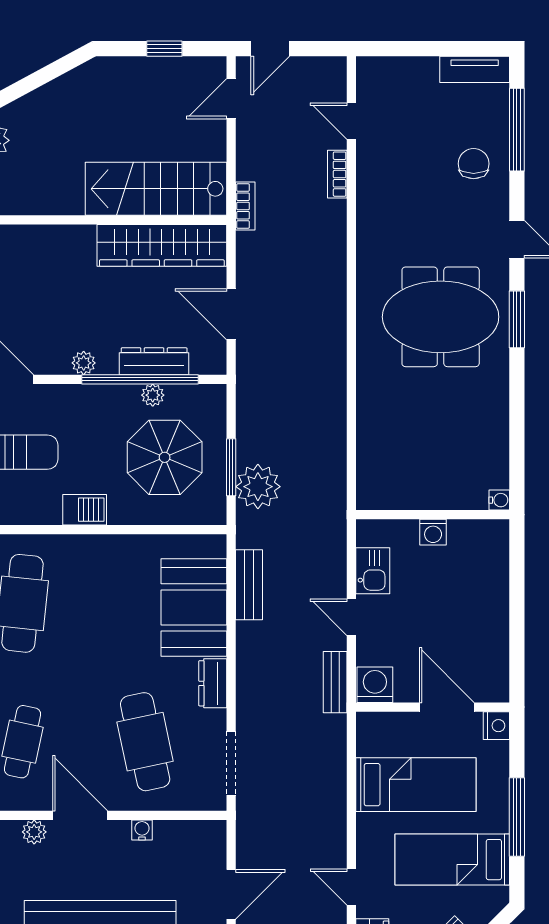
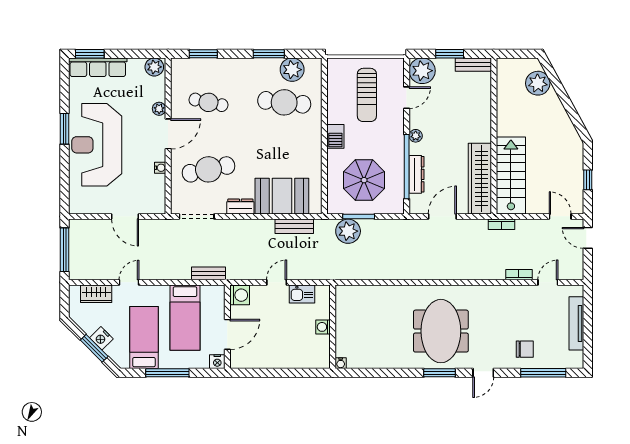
tv unit: (475, 69) -> (576, 323), moved, width x1.41
plant: (153, 395) -> (398, 174), removed
bench: (335, 682) -> (209, 273), moved

